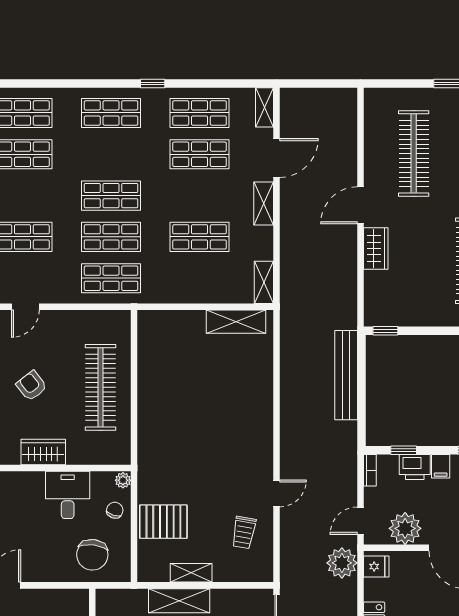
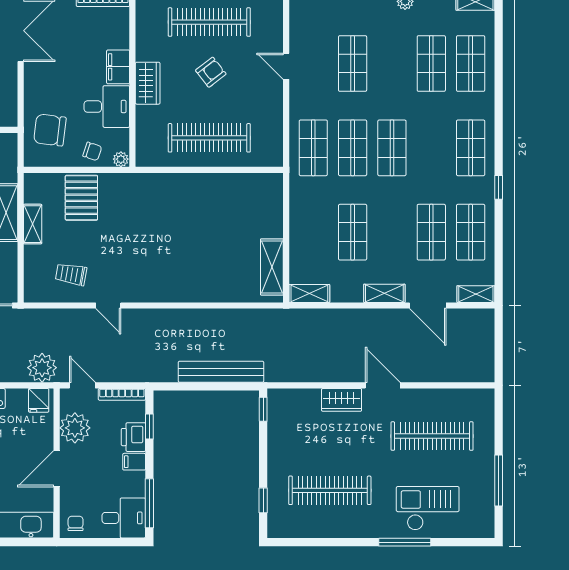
bookcase: (370, 470) -> (122, 394), width x1.56
filing cabinet: (26, 483) -> (118, 67), added

